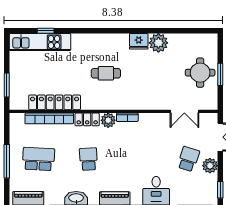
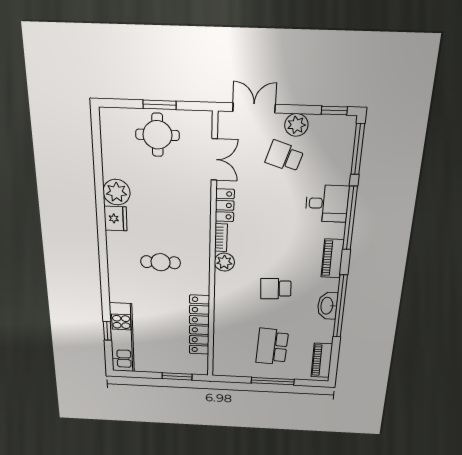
cafe table: (106, 73) -> (161, 262), turned 90
bookcase: (49, 118) -> (220, 332), removed
locker: (87, 119) -> (225, 205), moved

